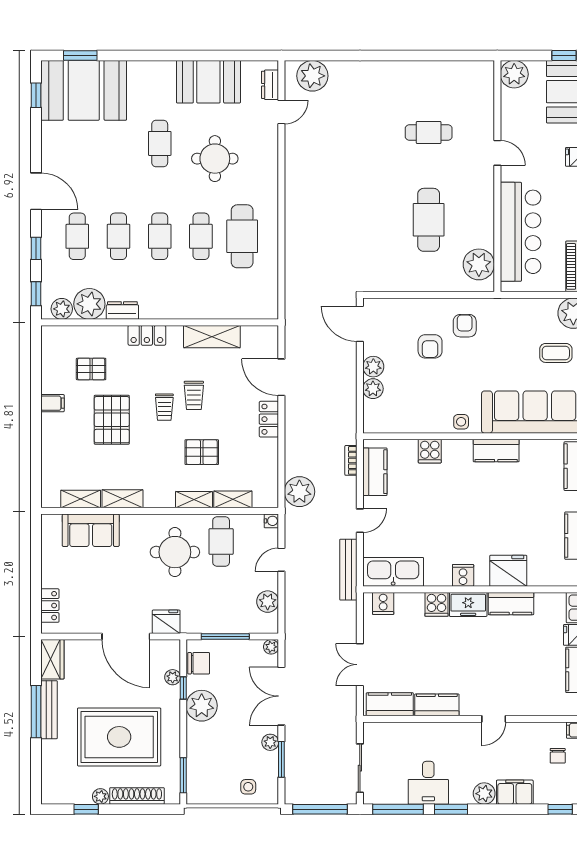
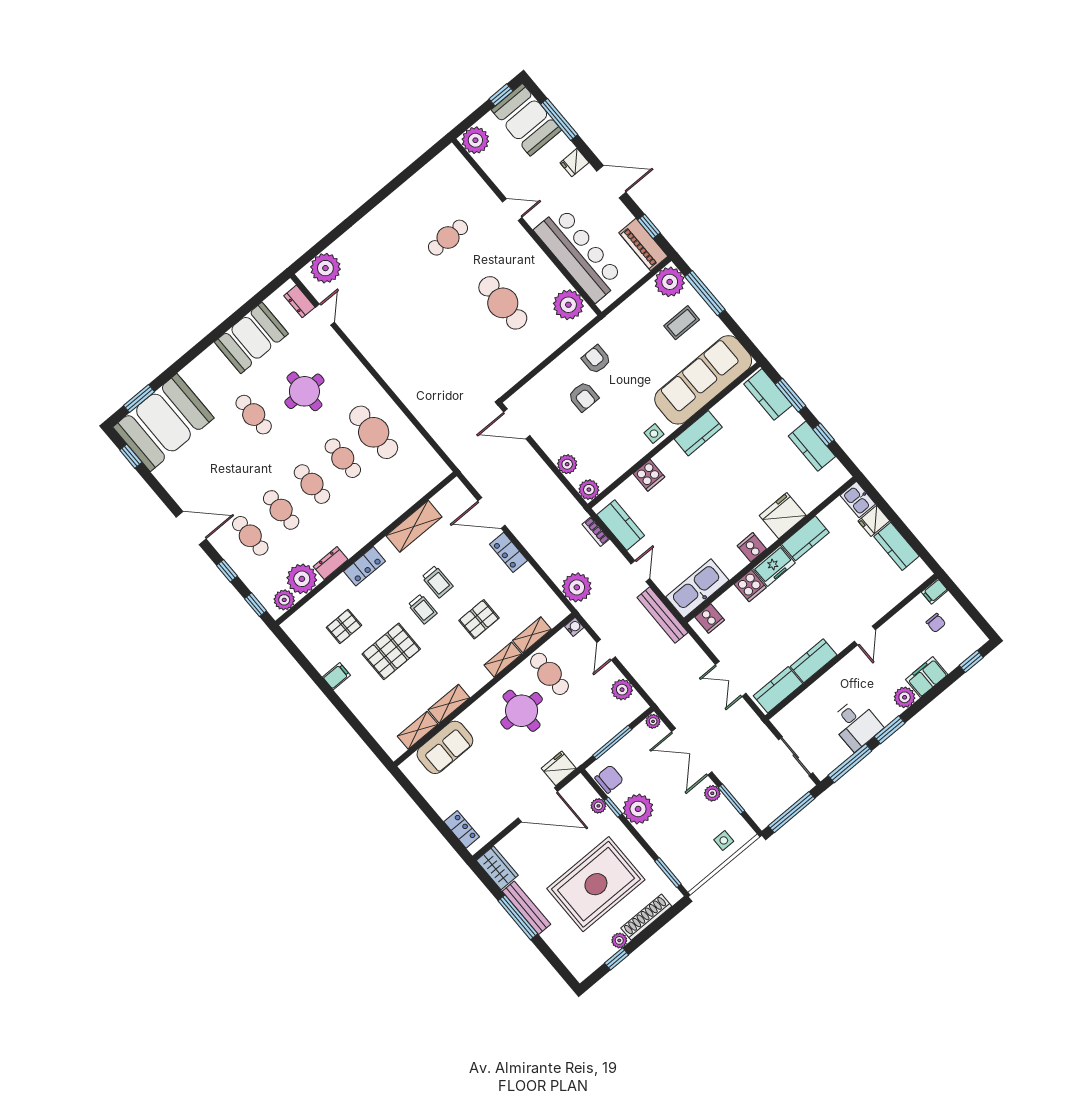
plant: (373, 367) -> (589, 490), moved
pallet: (112, 420) -> (391, 651), turned 90

